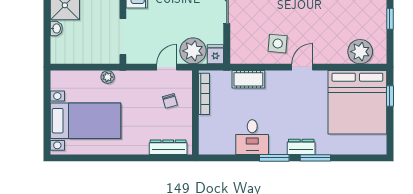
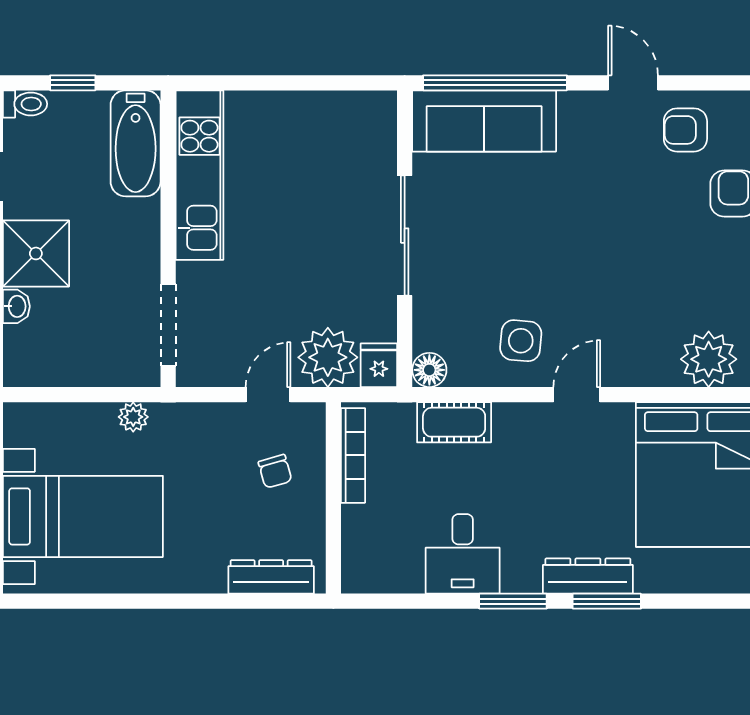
floor lamp: (238, 56) -> (429, 370), added
dresser: (301, 147) -> (588, 576), width x1.44

